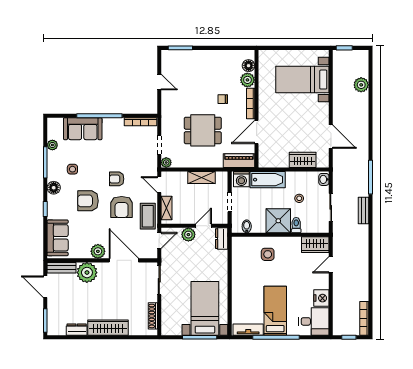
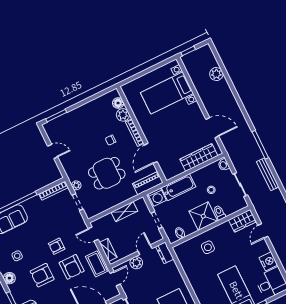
wardrobe: (303, 160) -> (199, 158), width x1.50
plant: (166, 162) -> (76, 185), moved
bench: (363, 211) -> (268, 174), width x1.36

